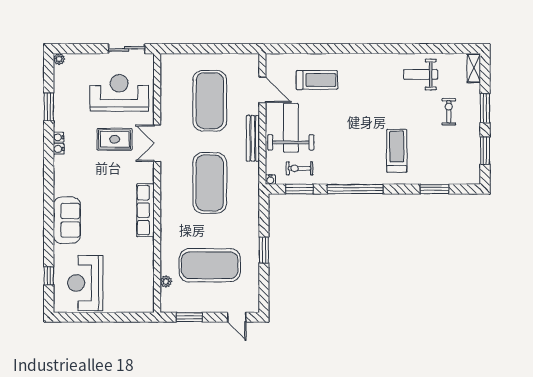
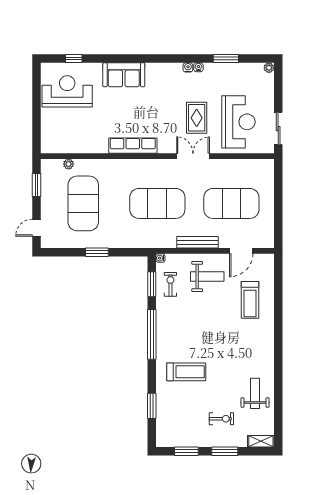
weight bench: (291, 128) -> (207, 277), width x0.73, depth x0.75

